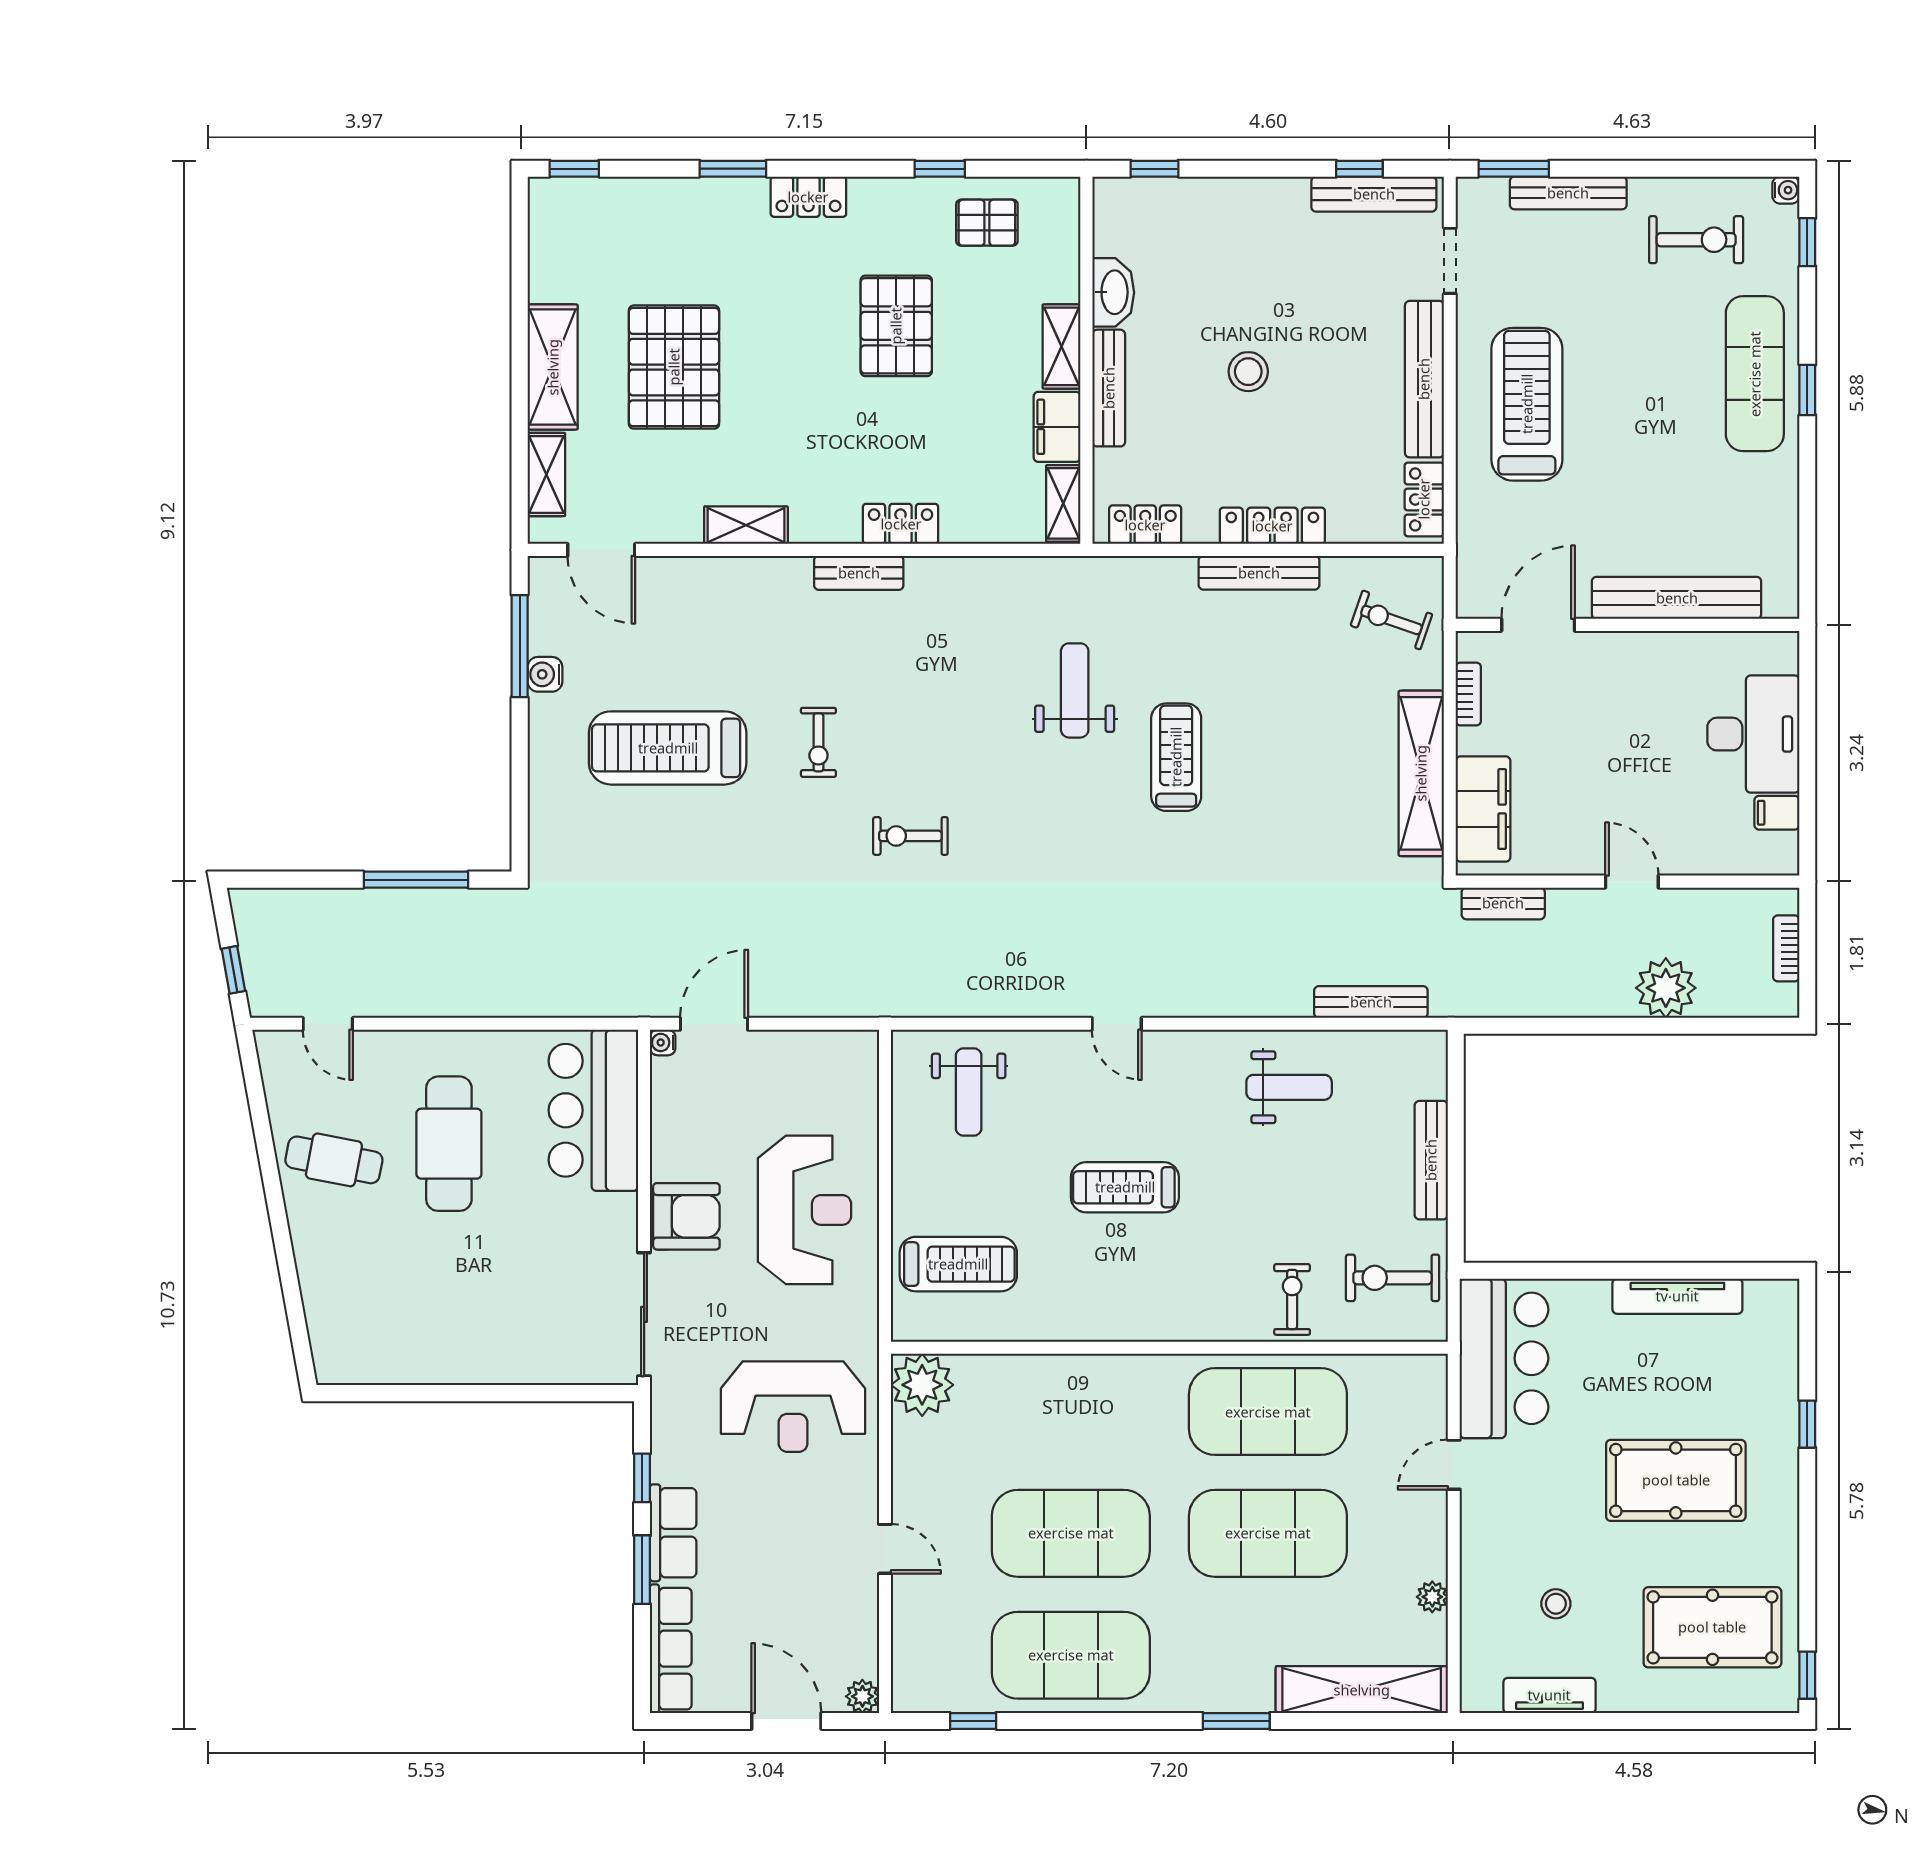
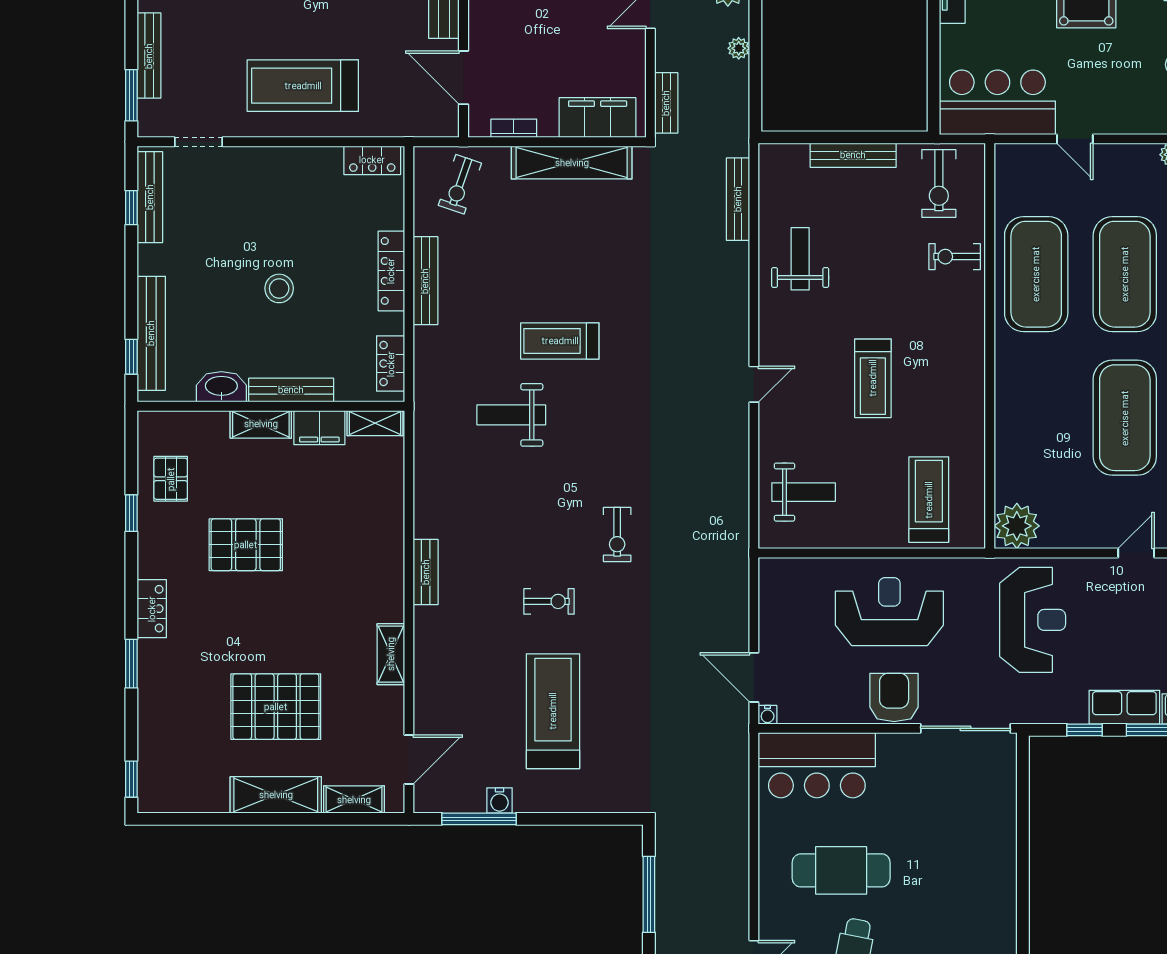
bench: (1424, 379) -> (151, 333), moved, turned 90
locker: (901, 524) -> (390, 542), removed
treadmill: (668, 748) -> (553, 711), turned 180
plant: (1578, 1003) -> (739, 48), added

